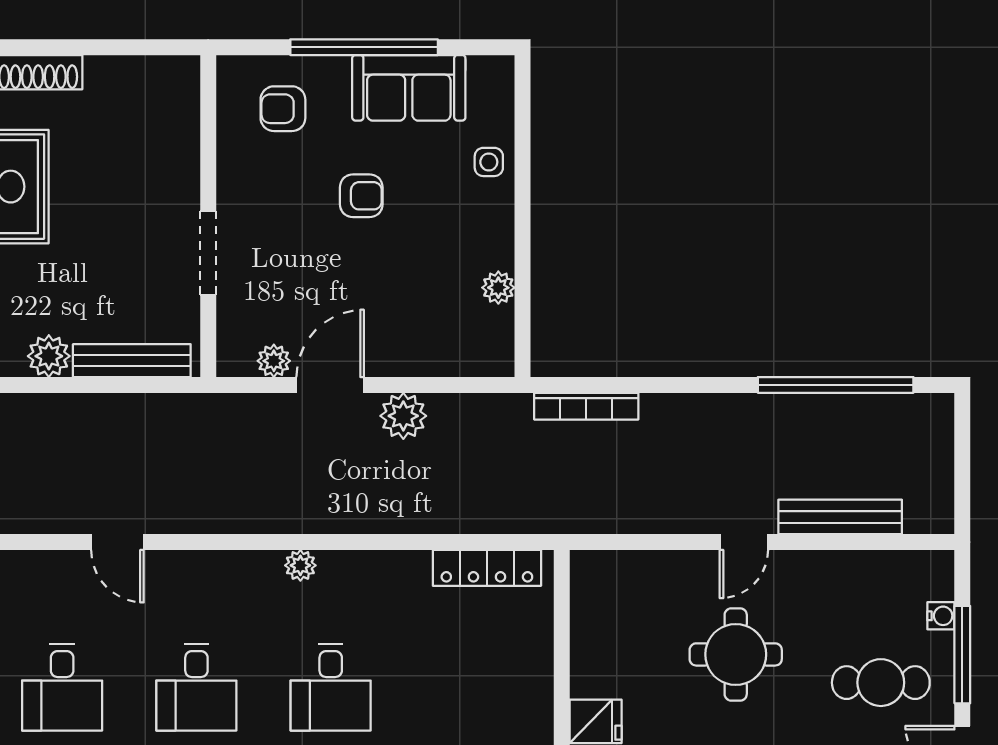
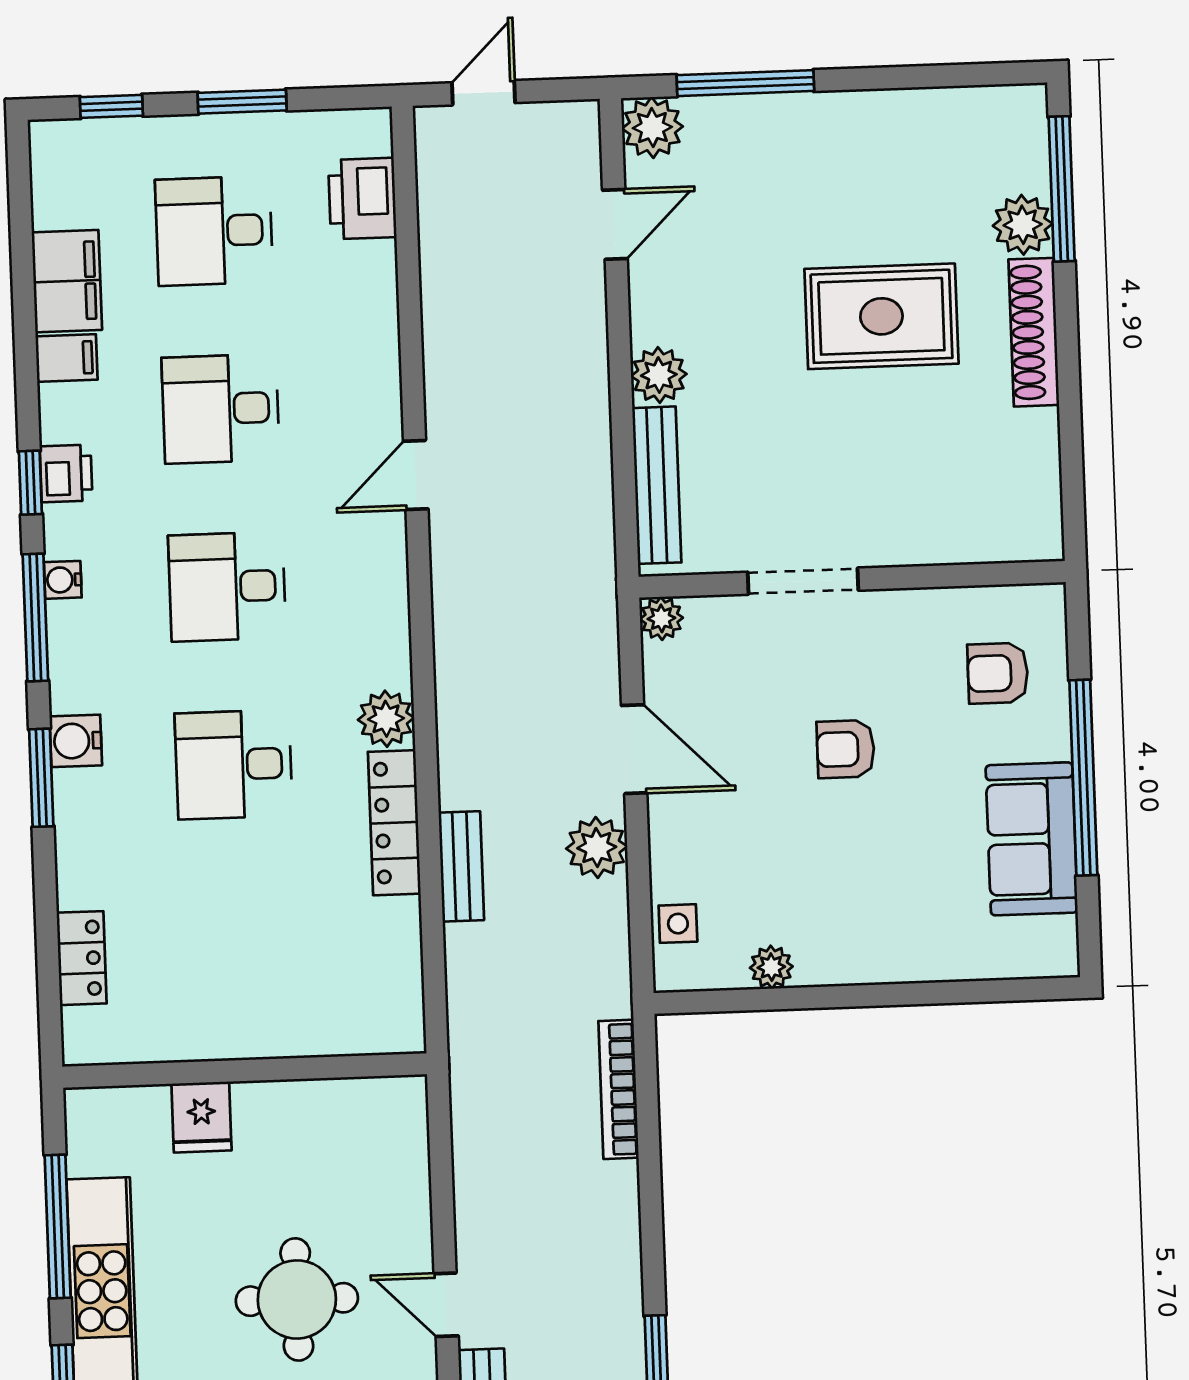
armchair: (283, 109) -> (998, 673), turned -90
side table: (489, 162) -> (678, 924), moved
armchair: (361, 196) -> (846, 749), moved, turned 90
plant: (274, 361) -> (661, 618), moved
bench: (414, 519) -> (461, 866), added
plant: (300, 565) -> (386, 719), width x1.38, depth x1.38
locker: (487, 568) -> (394, 823), moved

